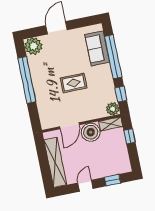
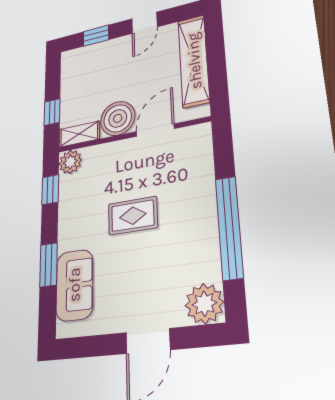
window: (113, 57) -> (49, 265), width x0.47

